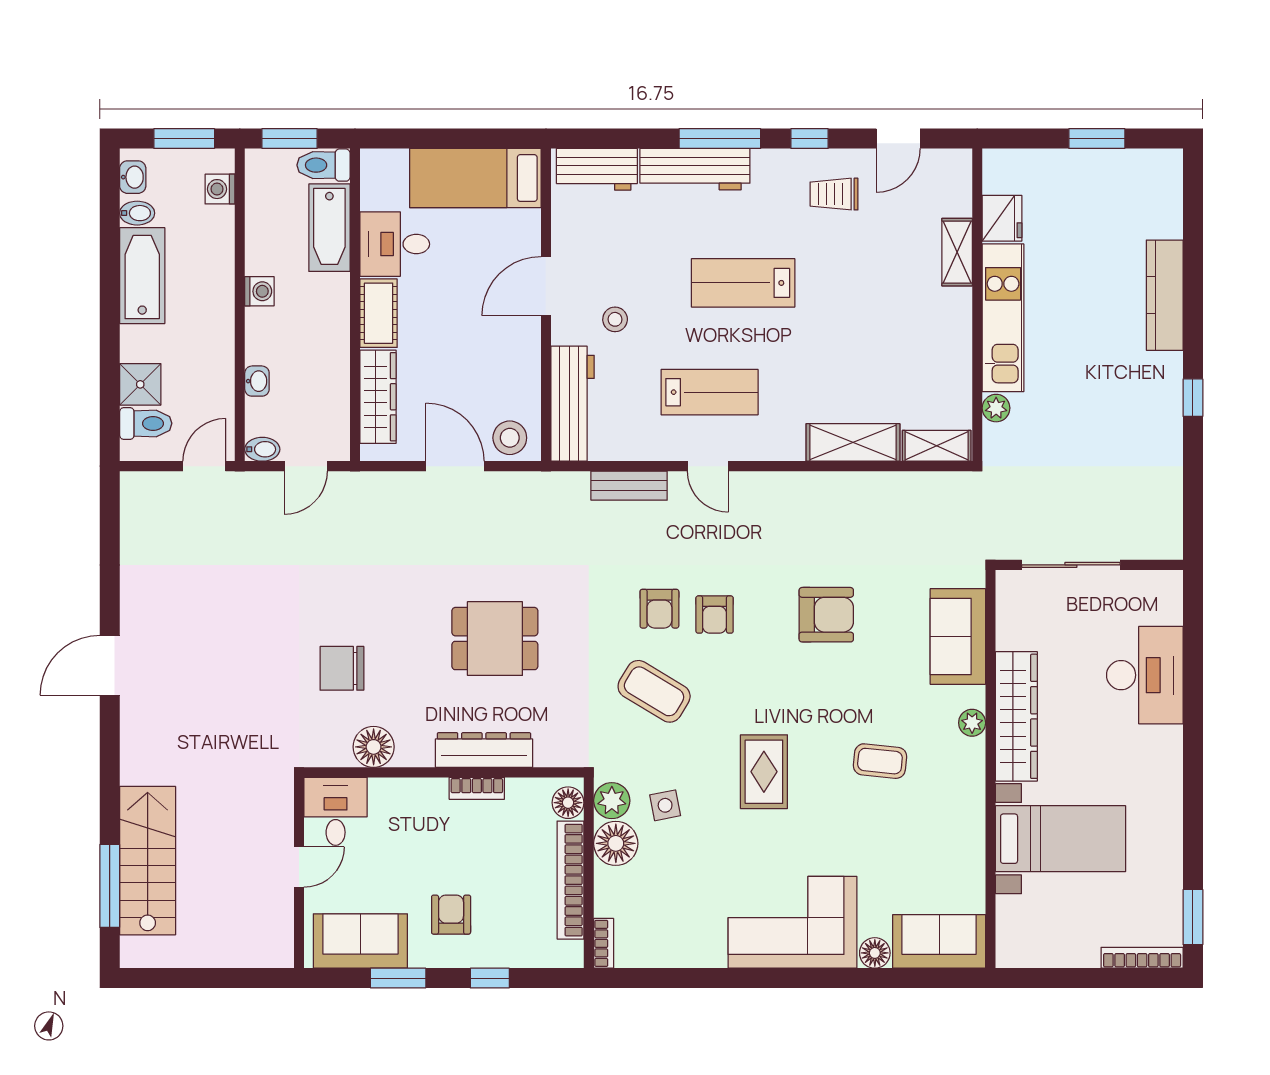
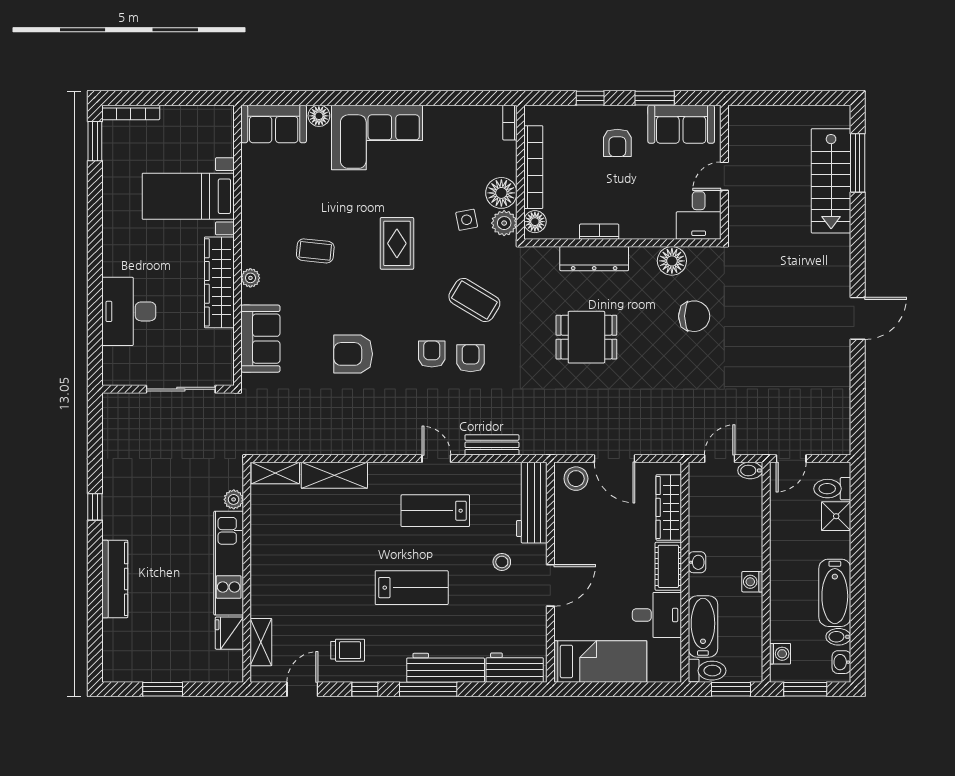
shelving: (957, 252) -> (261, 642), moved
washbasin: (257, 381) -> (697, 562), moved, turned 180

